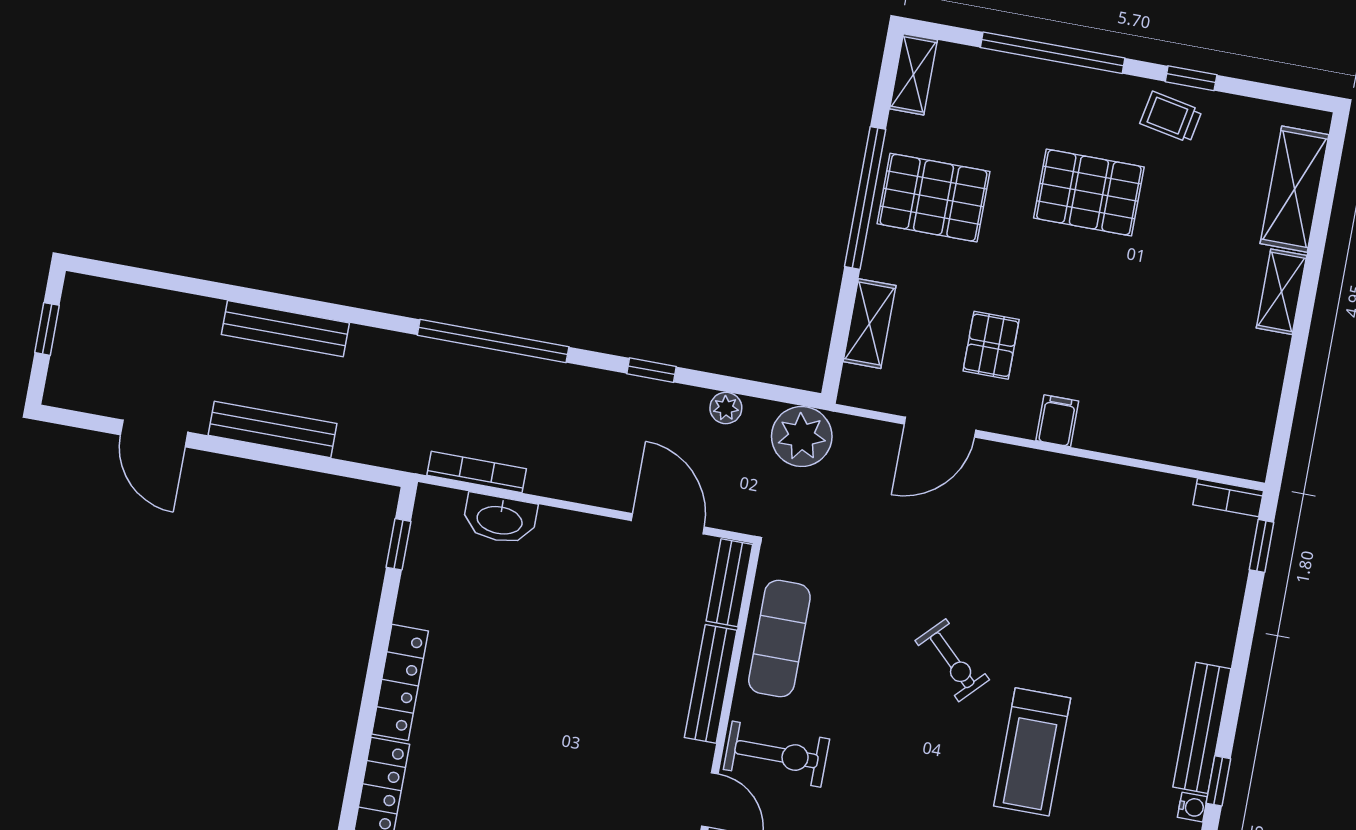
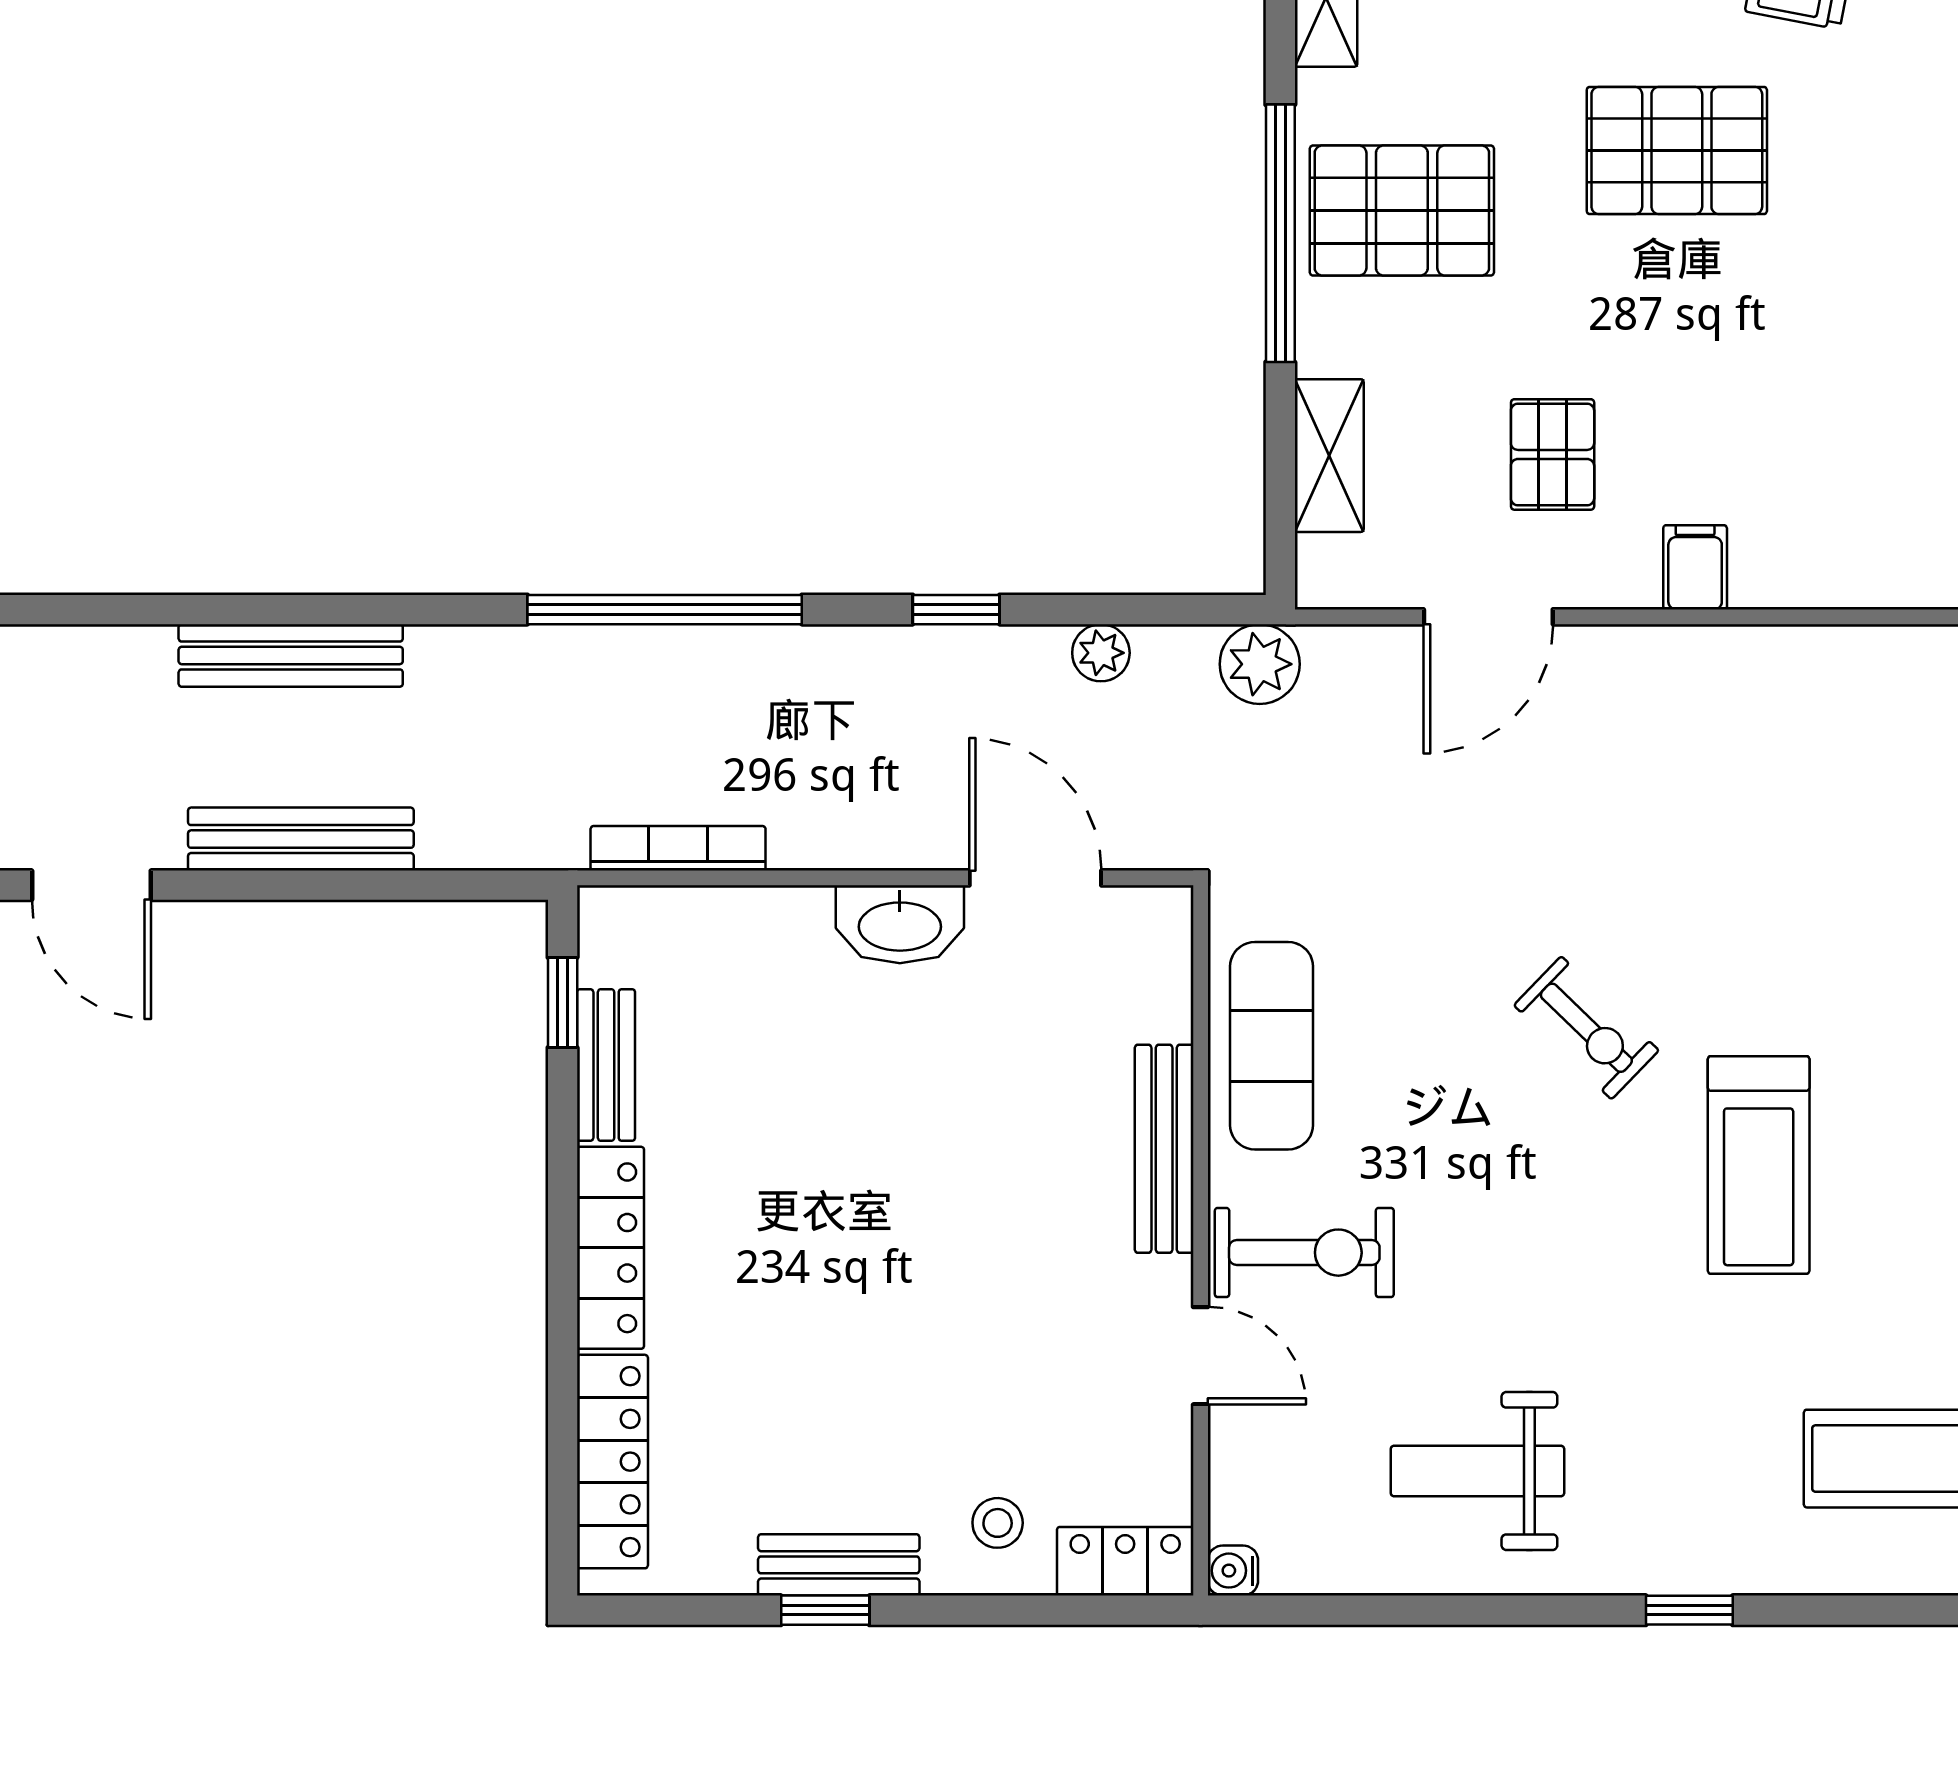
plant: (802, 436) -> (1260, 664), width x0.73, depth x0.73
washbasin: (500, 519) -> (900, 924), moved
bench: (729, 583) -> (606, 1065), moved

